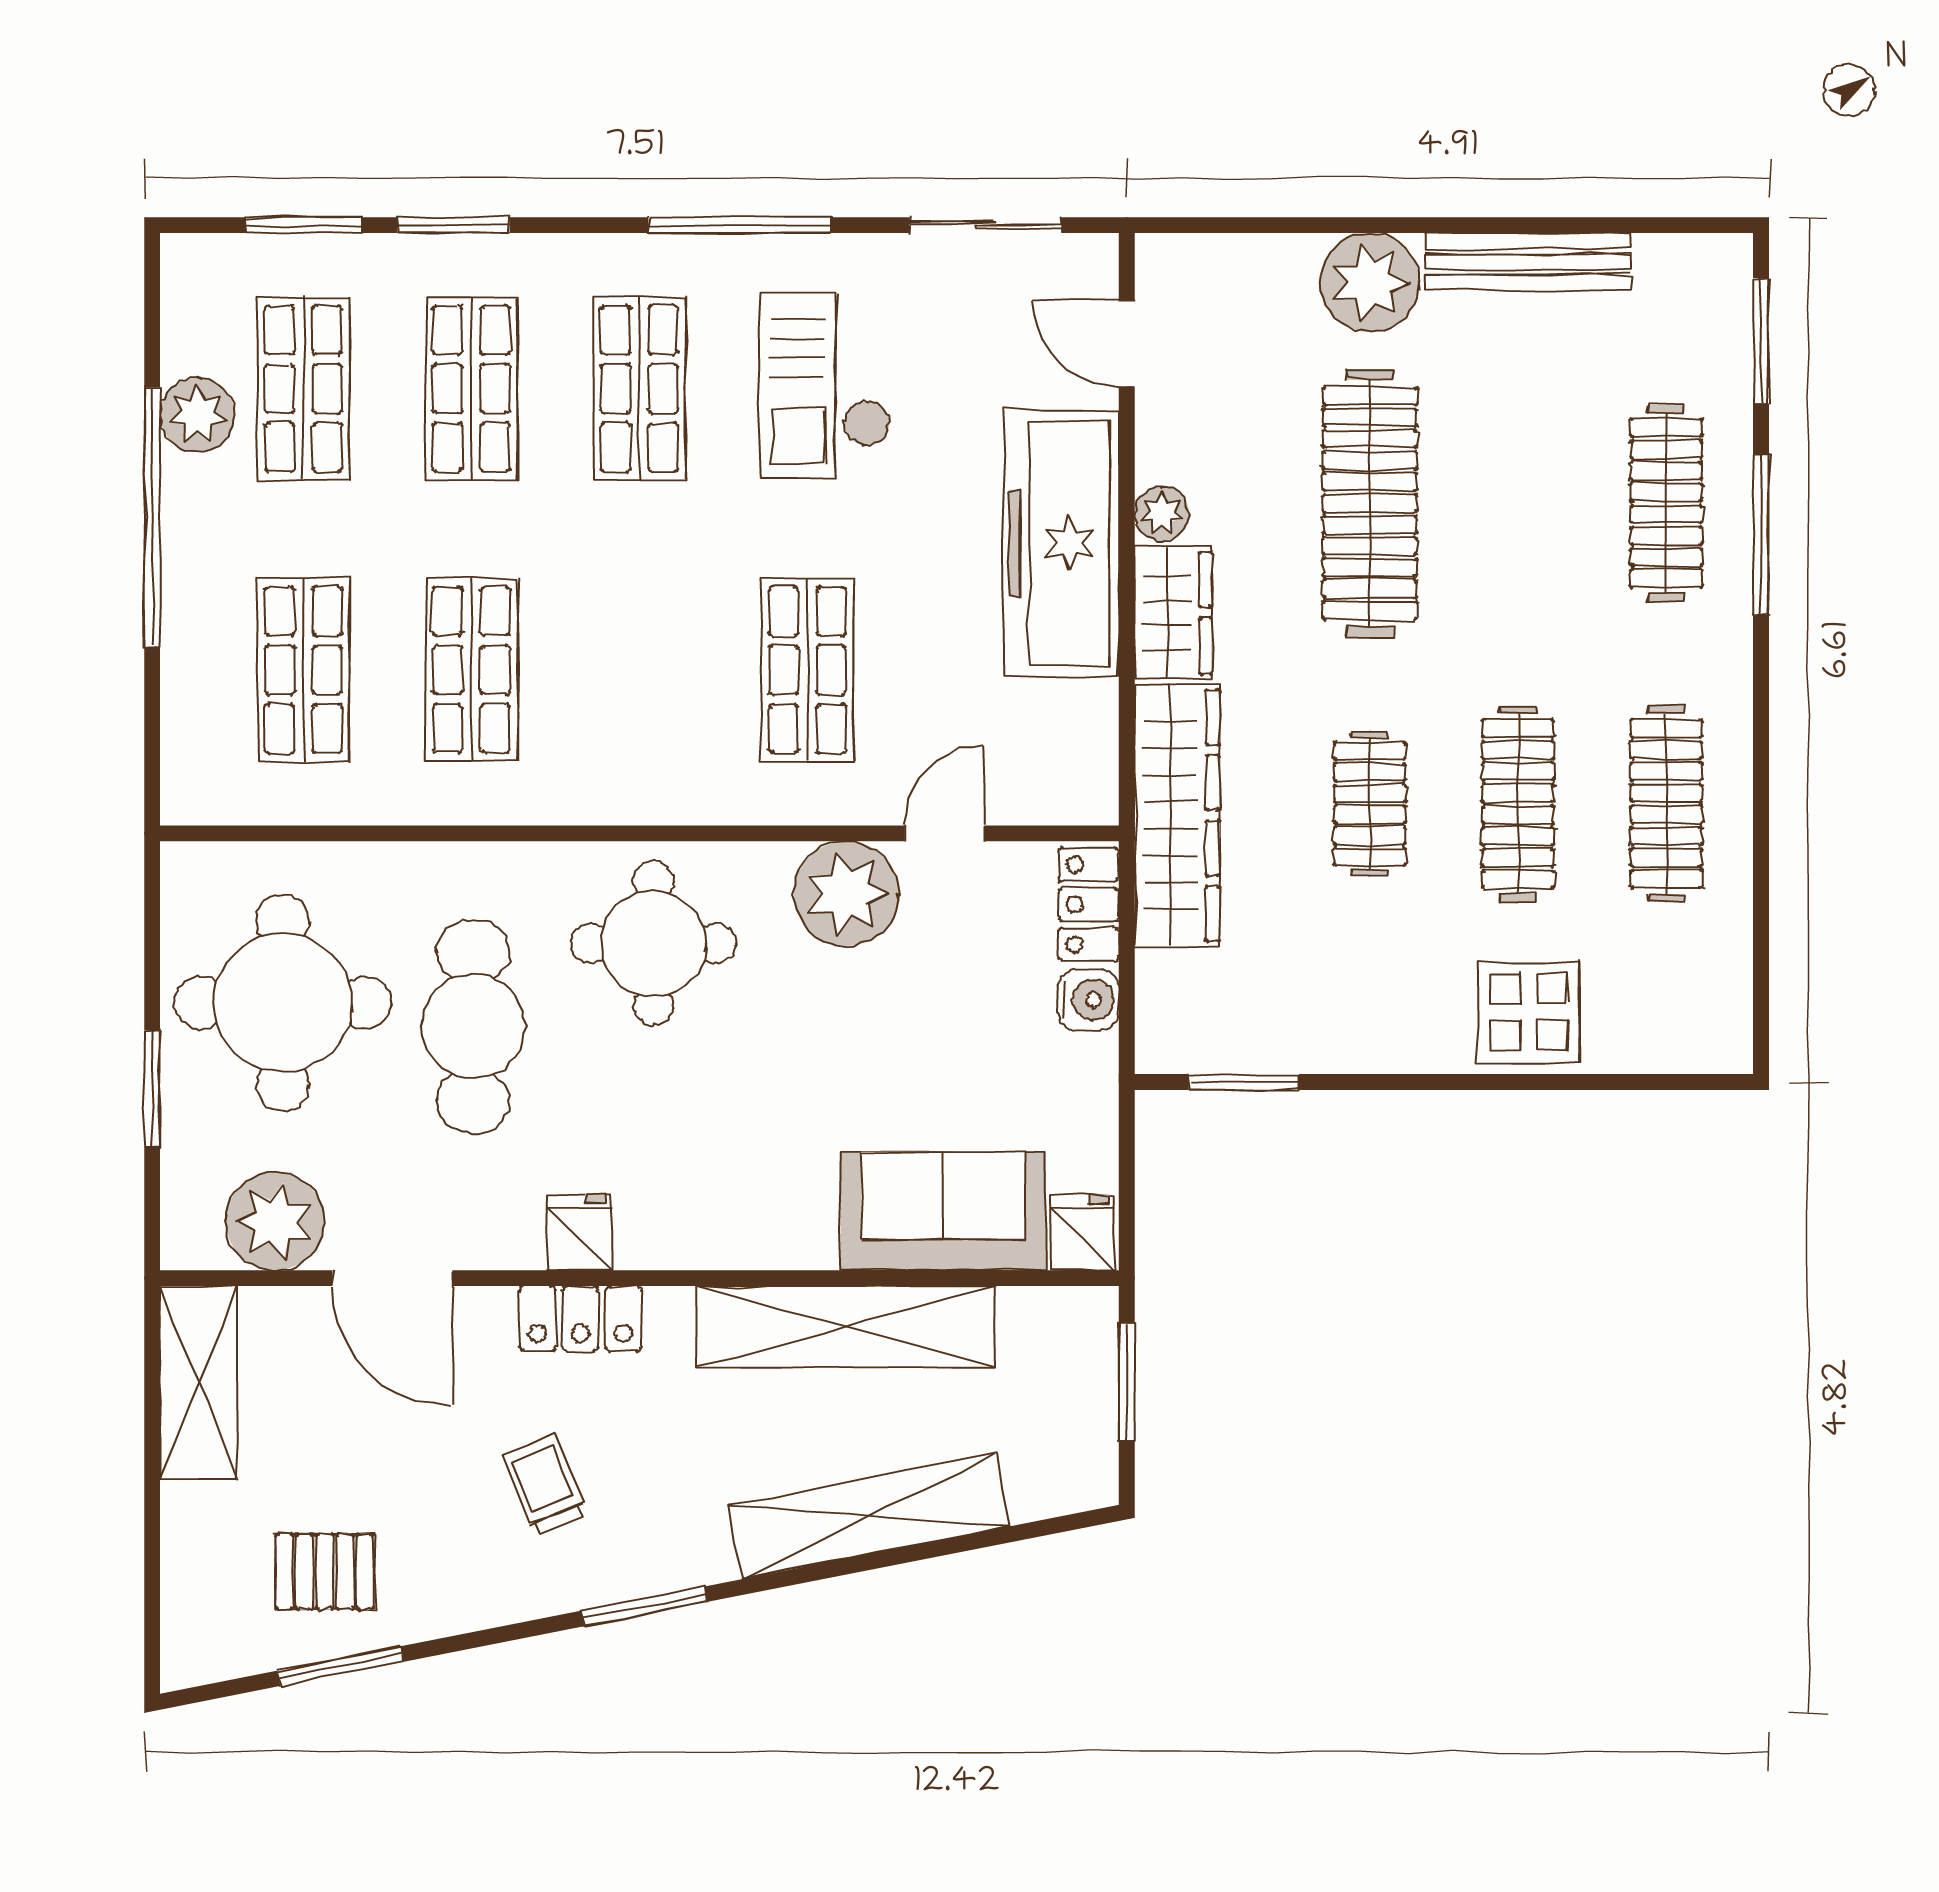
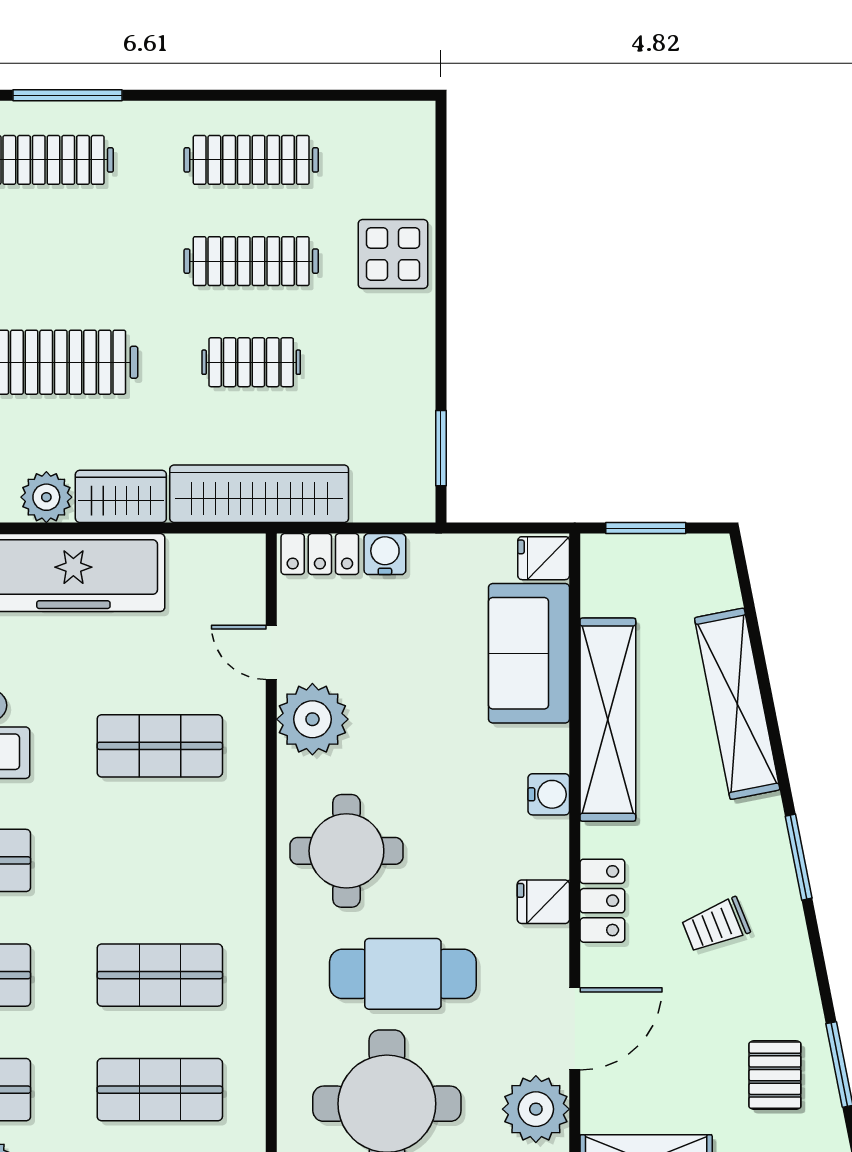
plant: (1162, 514) -> (46, 497), width x1.38, depth x1.38
water cooler: (736, 1240) -> (549, 794), added

